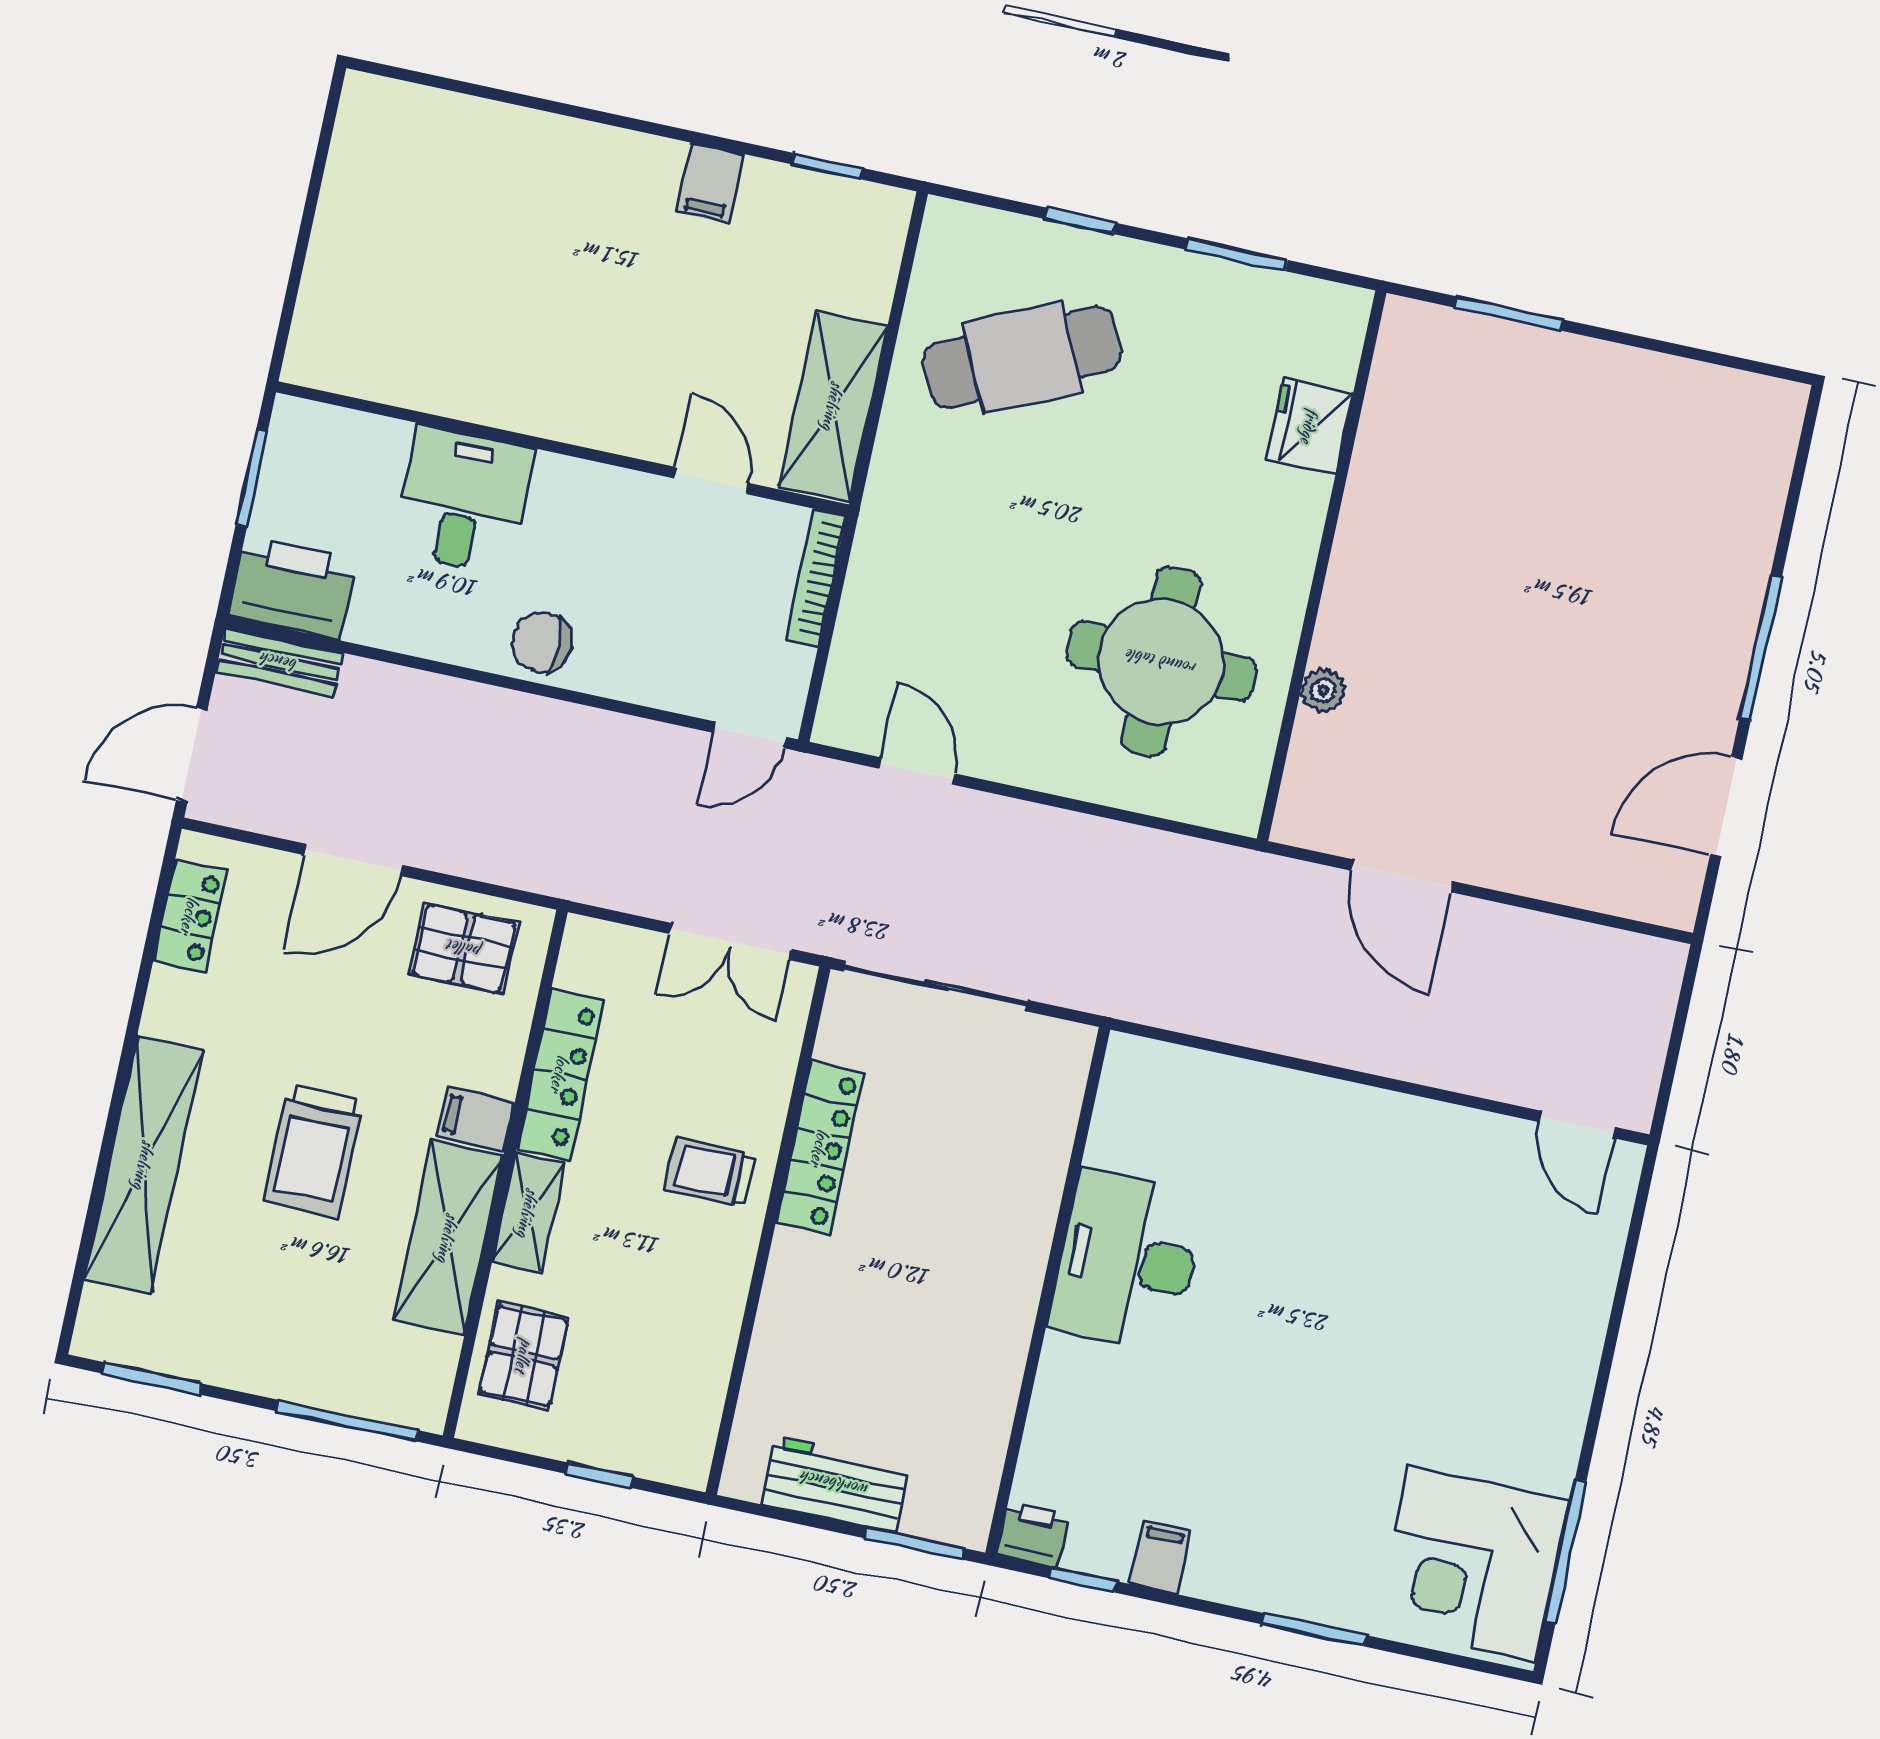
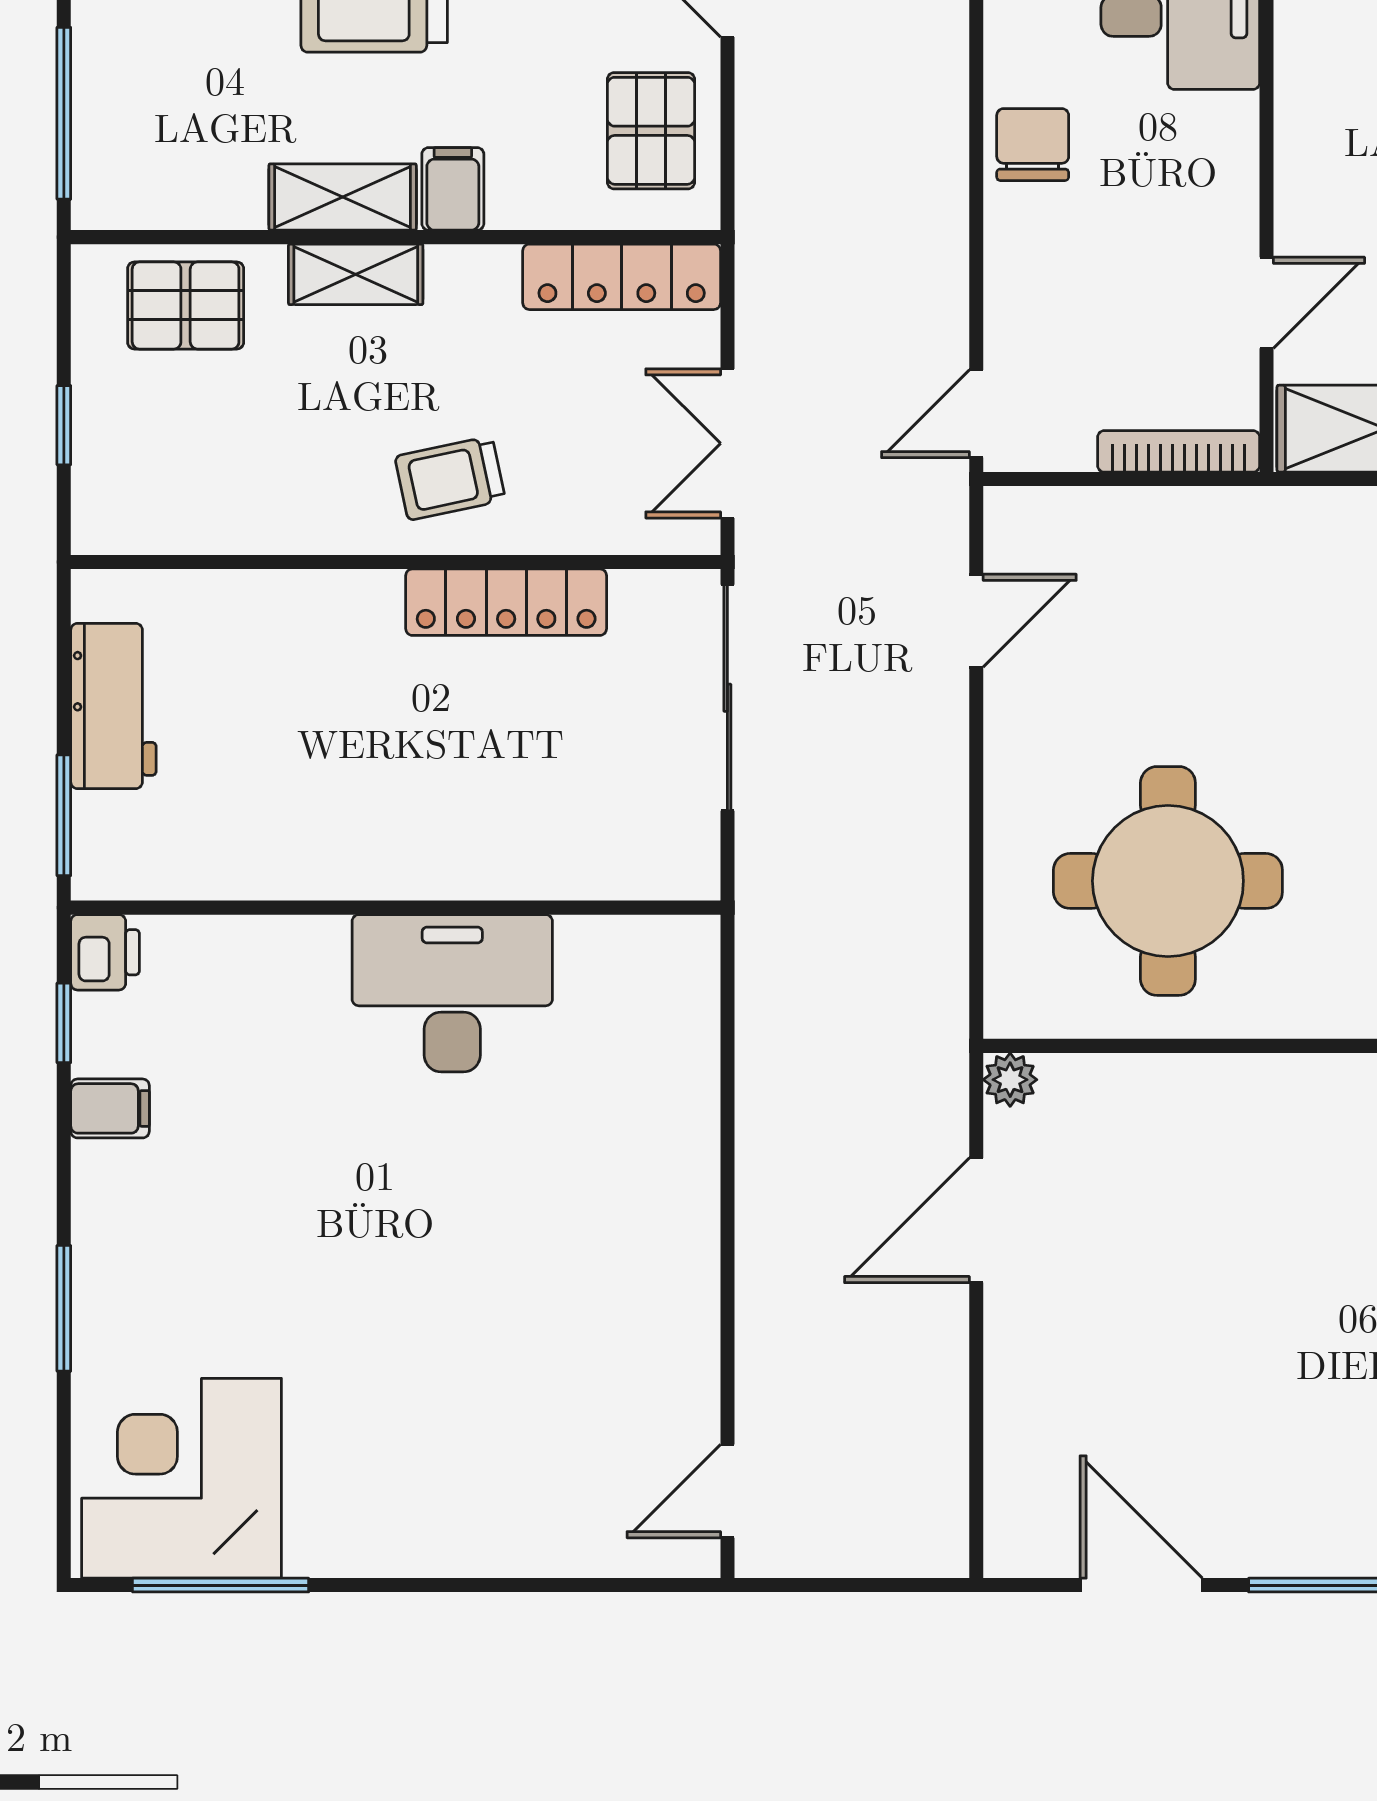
plant: (1323, 690) -> (1010, 1080), moved
door: (750, 735) -> (976, 414), hinge flipped
locker: (560, 1074) -> (622, 277), moved
trolley: (710, 1172) -> (450, 478), turned -102
shelving: (448, 1238) -> (343, 197), width x0.67, depth x0.75

